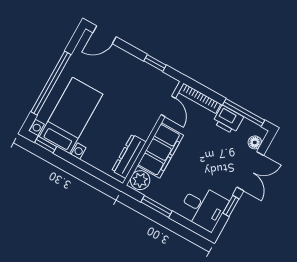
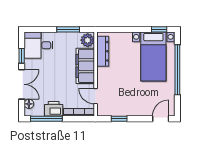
double door: (250, 171) -> (22, 84), swing flipped

